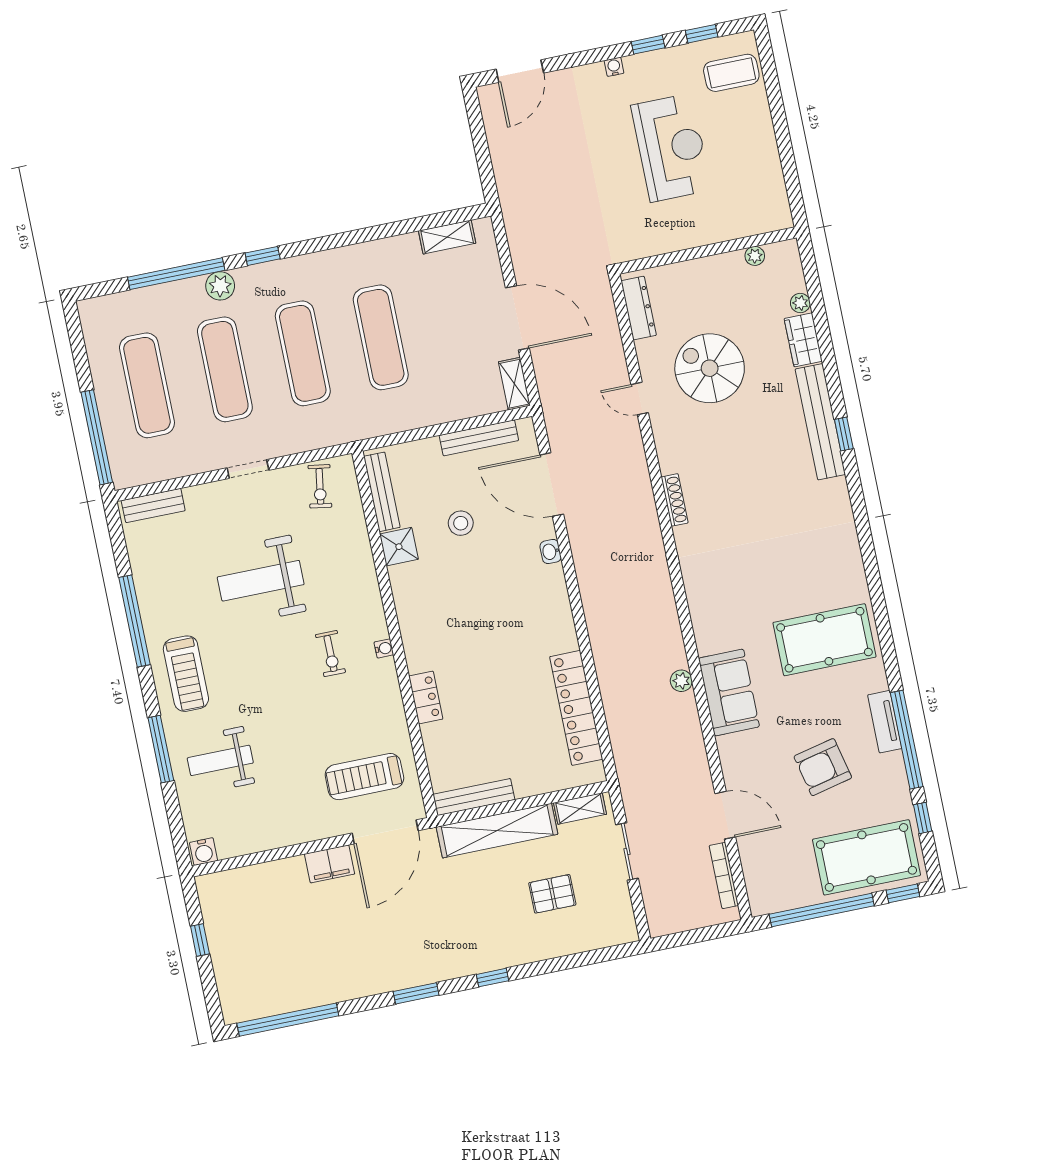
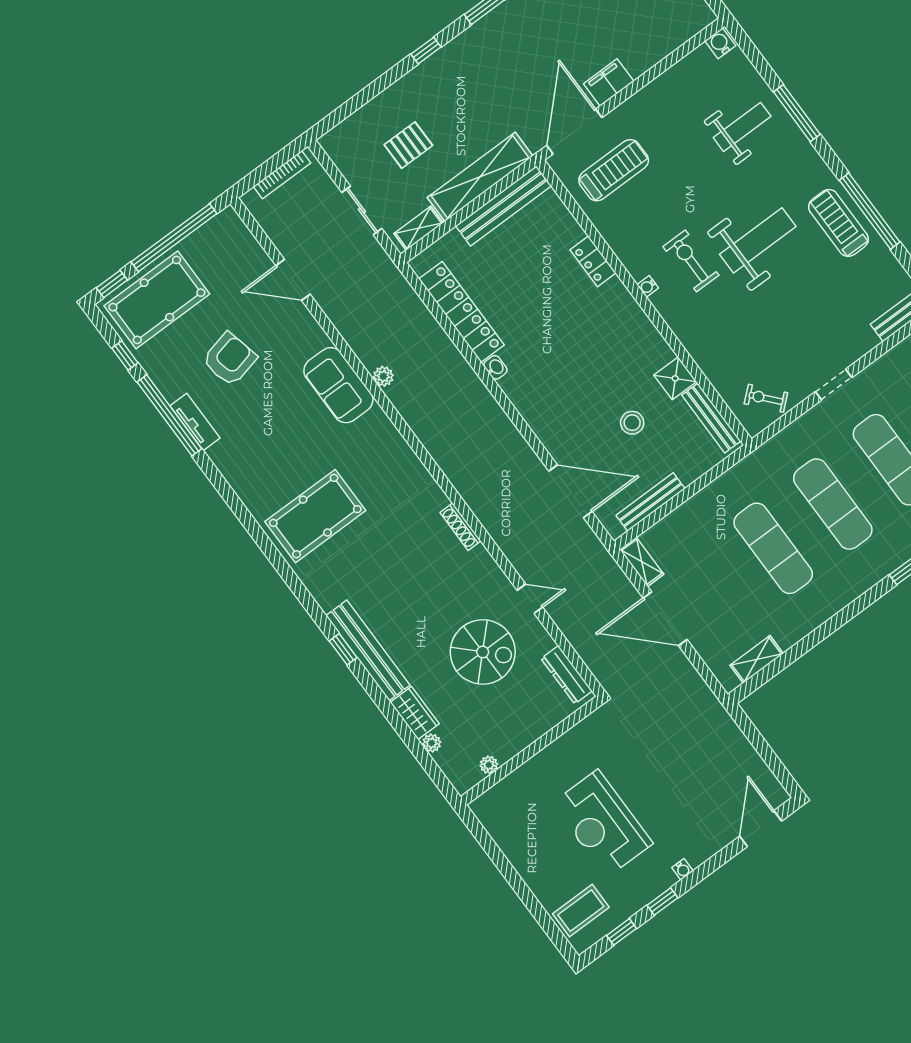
exercise bike: (320, 486) -> (766, 398), turned -50
washbasin: (551, 552) -> (495, 367), moved
weight bench: (261, 581) -> (758, 240), moved
pool table: (824, 640) -> (315, 516), moved
exercise bike: (330, 654) -> (691, 261), width x1.38, depth x1.39
treadmill: (186, 674) -> (839, 223), moved
bench: (474, 797) -> (503, 206), width x1.37, depth x1.21
bookcase: (724, 876) -> (282, 175), moved, turned 90

